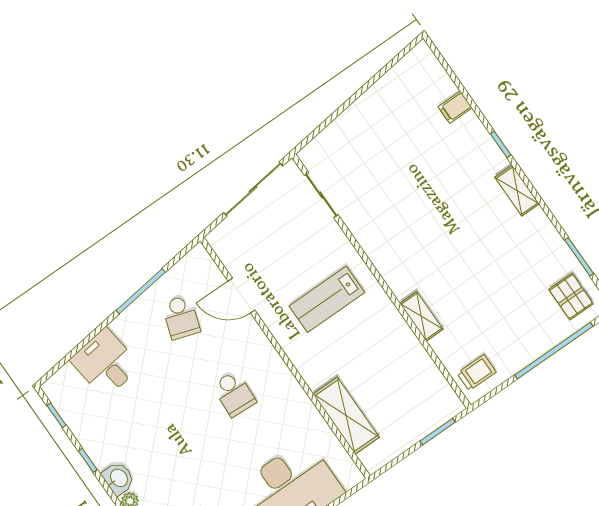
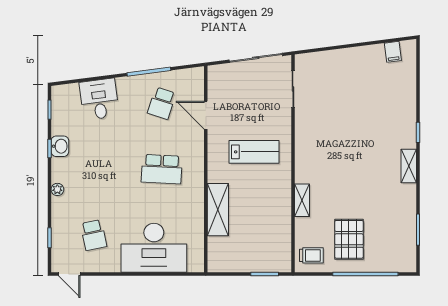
filing cabinet: (455, 107) -> (393, 52), moved, turned -97
pallet: (571, 297) -> (349, 239), moved, width x1.50, depth x1.42
lab bench: (327, 299) -> (254, 152), turned 180
school desk: (234, 394) -> (162, 169), width x1.85
shelving: (346, 416) -> (218, 210), moved
washbasin: (118, 478) -> (60, 146), moved

